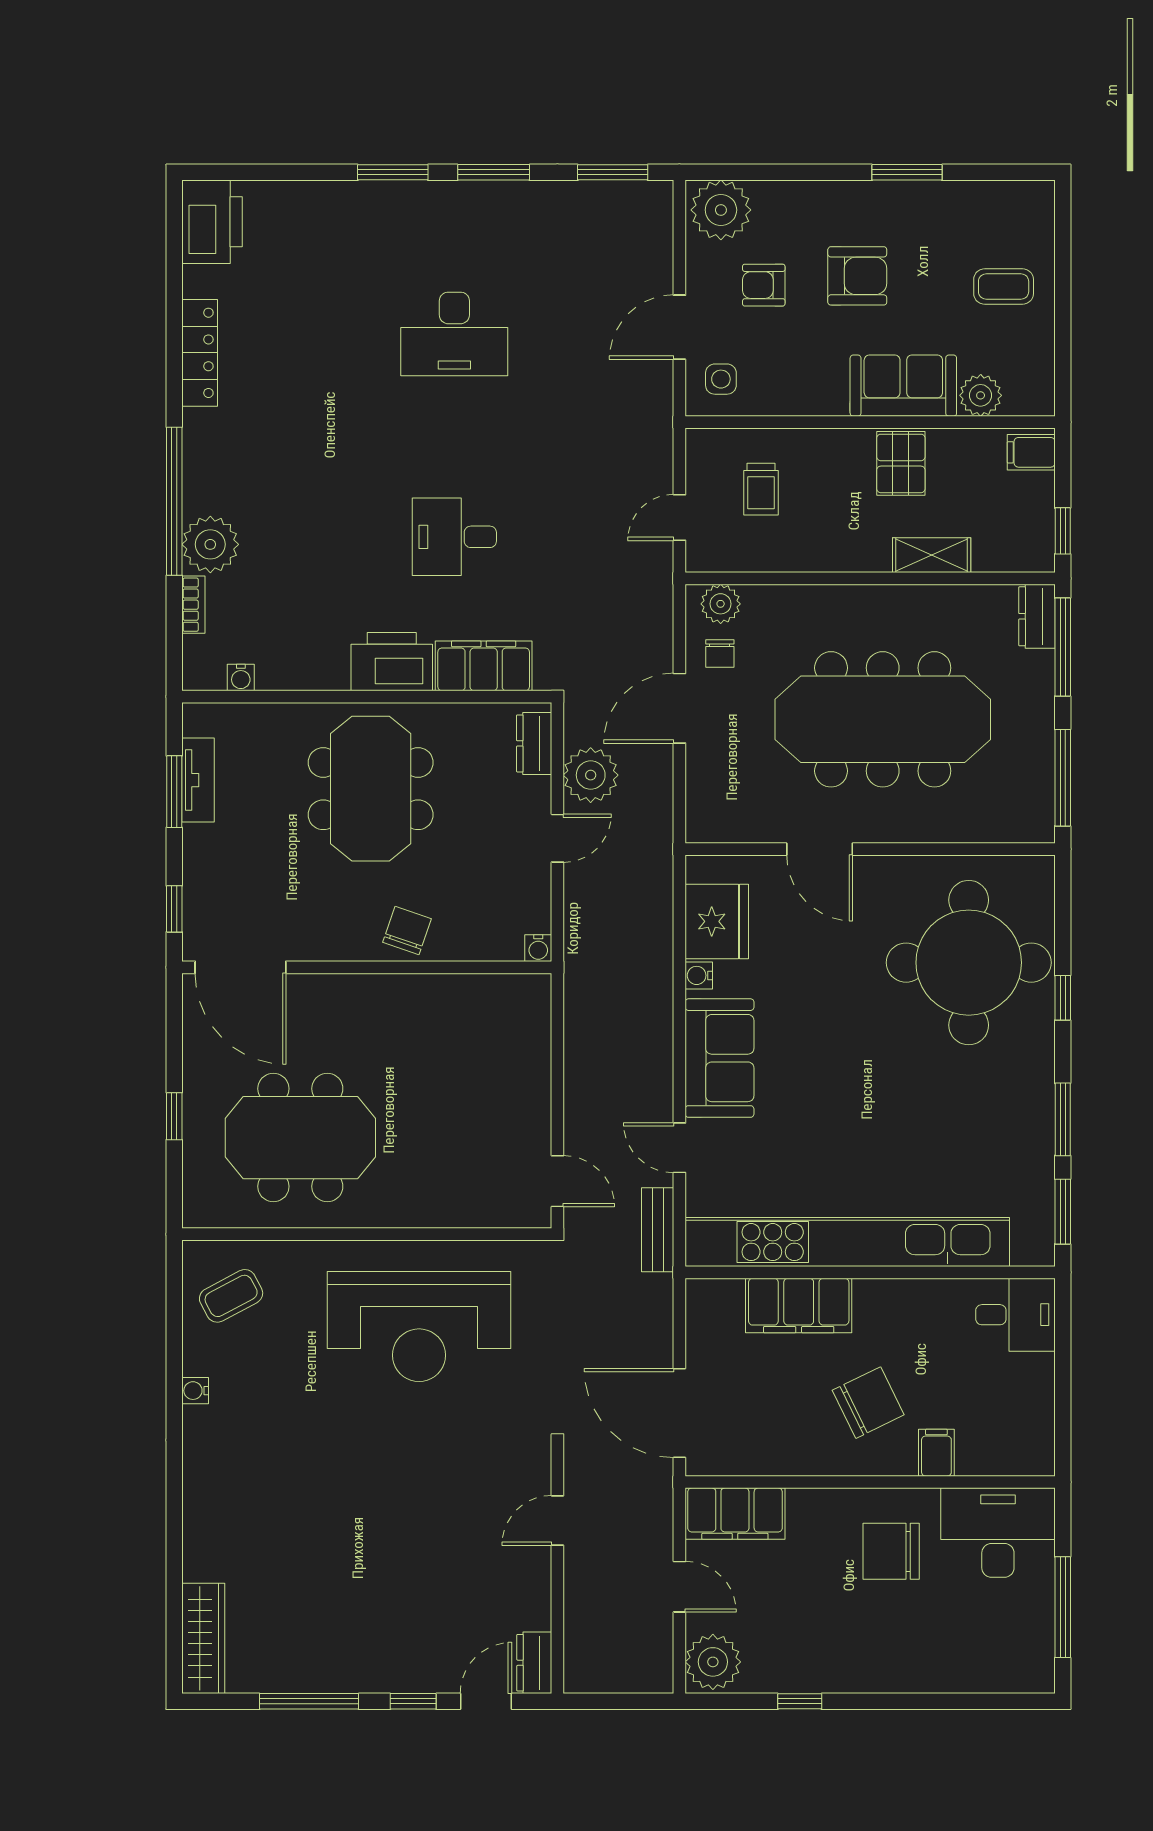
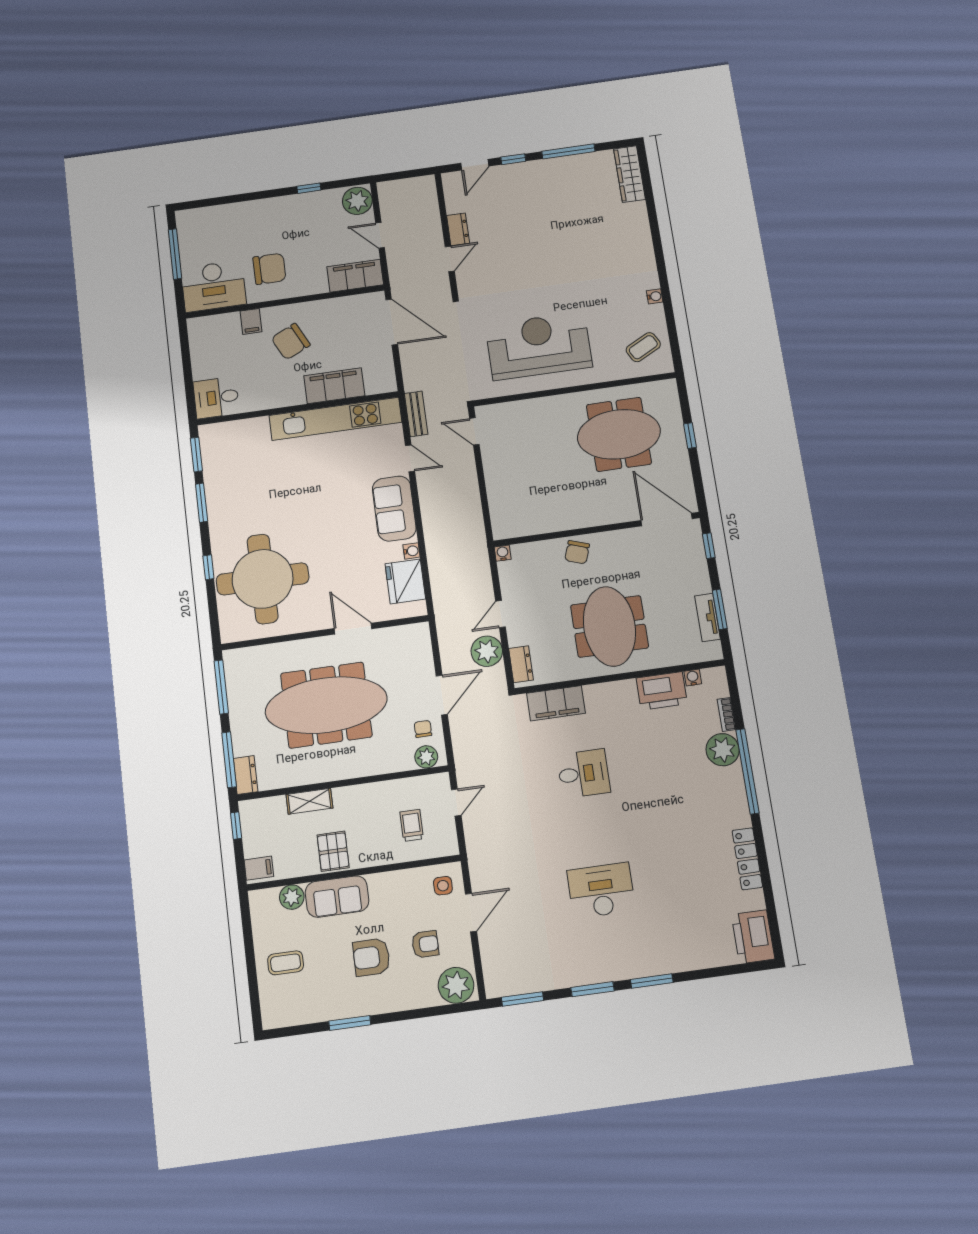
printer: (392, 662) -> (662, 691), moved
kitchen unit: (847, 1242) -> (335, 419), width x0.73
dresser: (534, 1663) -> (458, 229), moved

